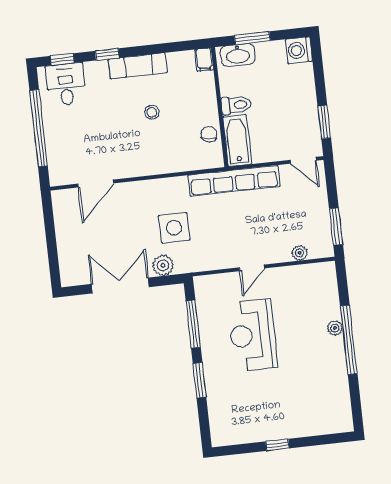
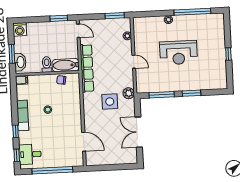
door: (303, 160) -> (78, 31), hinge flipped
plant: (163, 265) -> (129, 93), moved
reception desk: (253, 335) -> (178, 53), moved
window: (349, 340) -> (192, 12), moved

